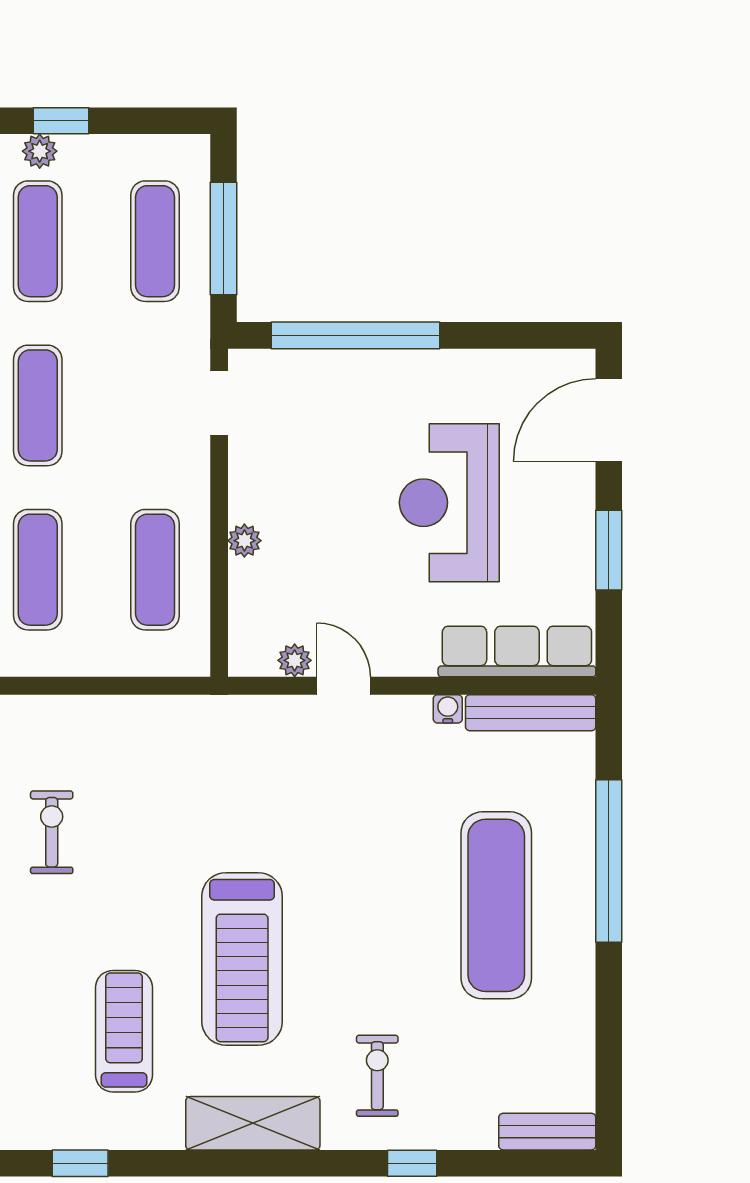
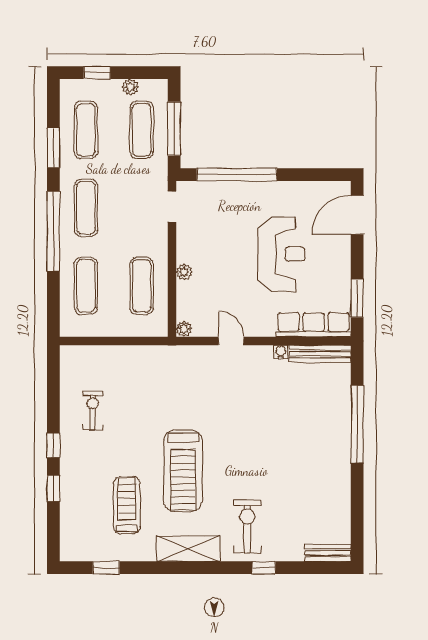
plant: (40, 151) -> (130, 87), moved
reception desk: (449, 503) -> (281, 254), turned 180
window: (609, 550) -> (357, 298), moved
plant: (295, 660) -> (184, 329), moved
exercise mat: (496, 905) -> (304, 445), removed
exercise bike: (377, 1076) -> (247, 526), width x1.38, depth x1.39

